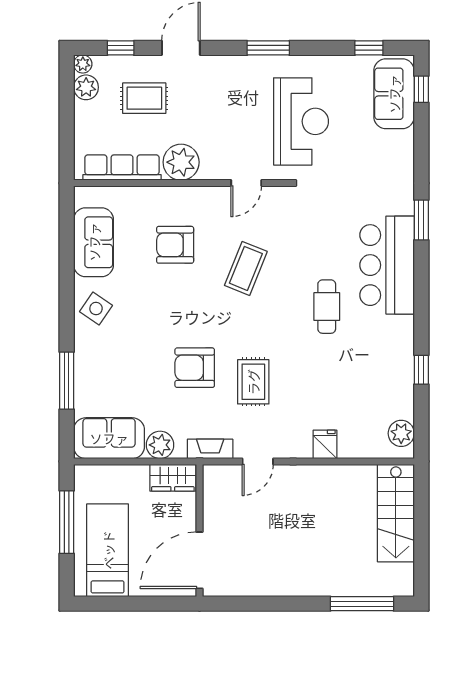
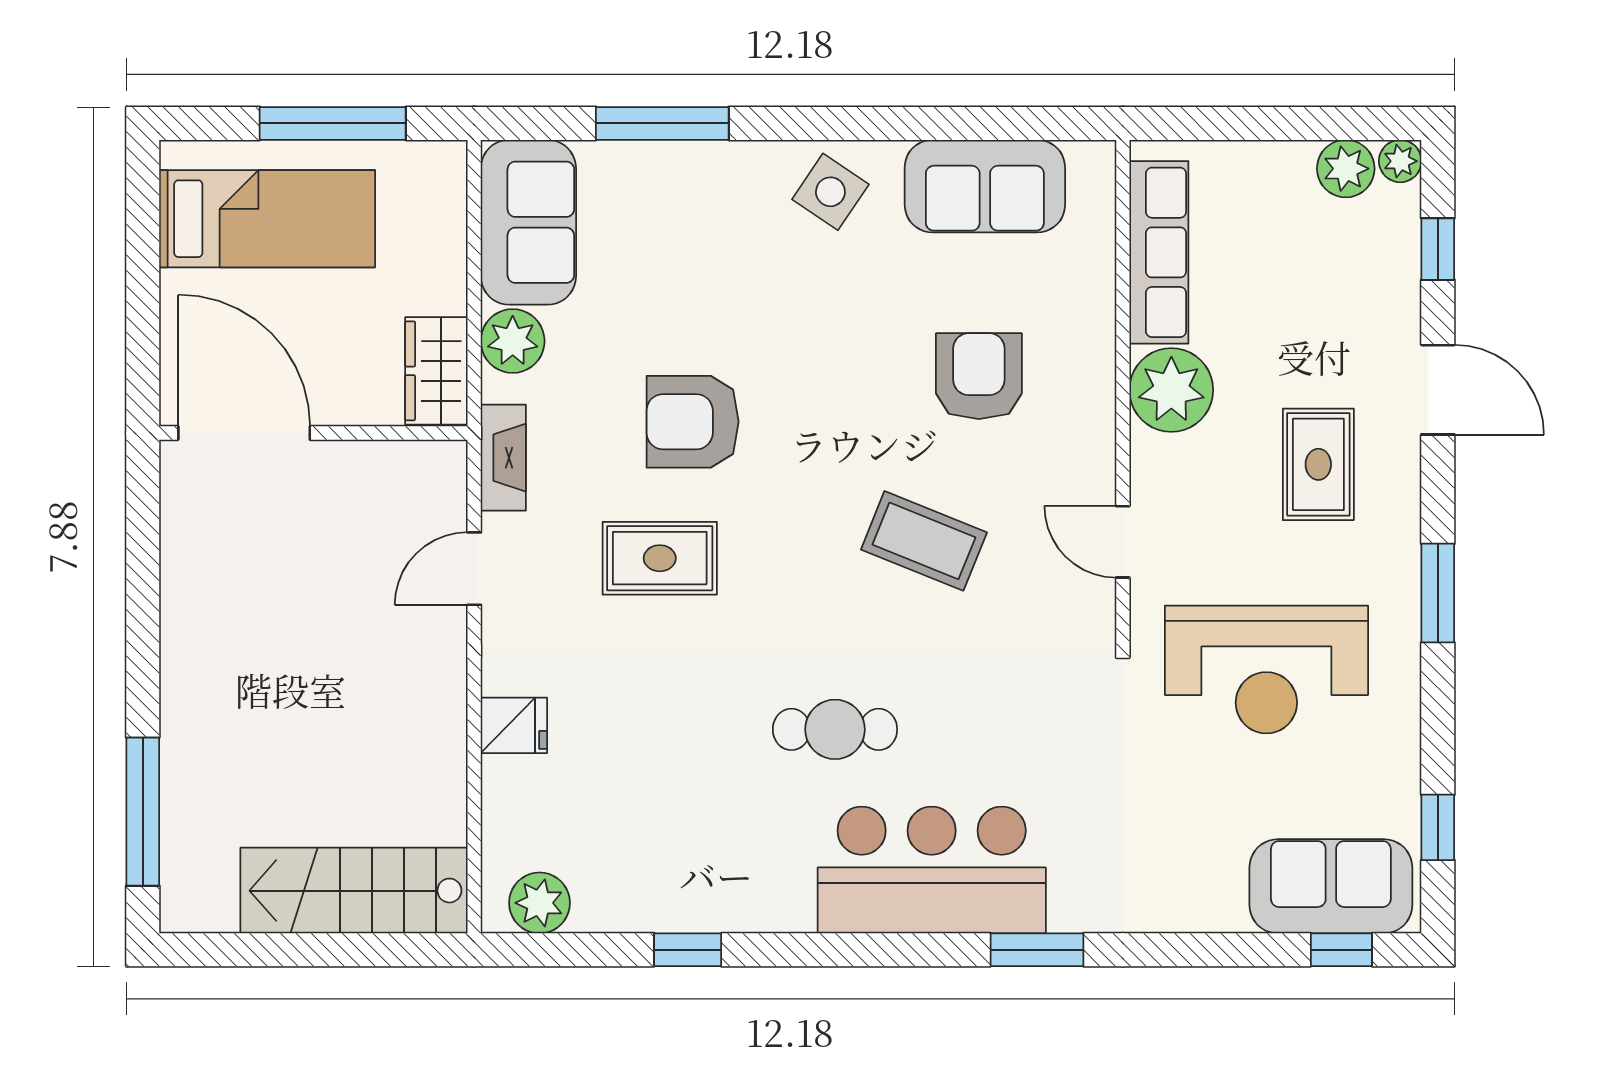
rug: (144, 98) -> (1318, 464), moved
armchair: (195, 368) -> (693, 422), turned -90
door: (258, 461) -> (474, 569), hinge flipped

